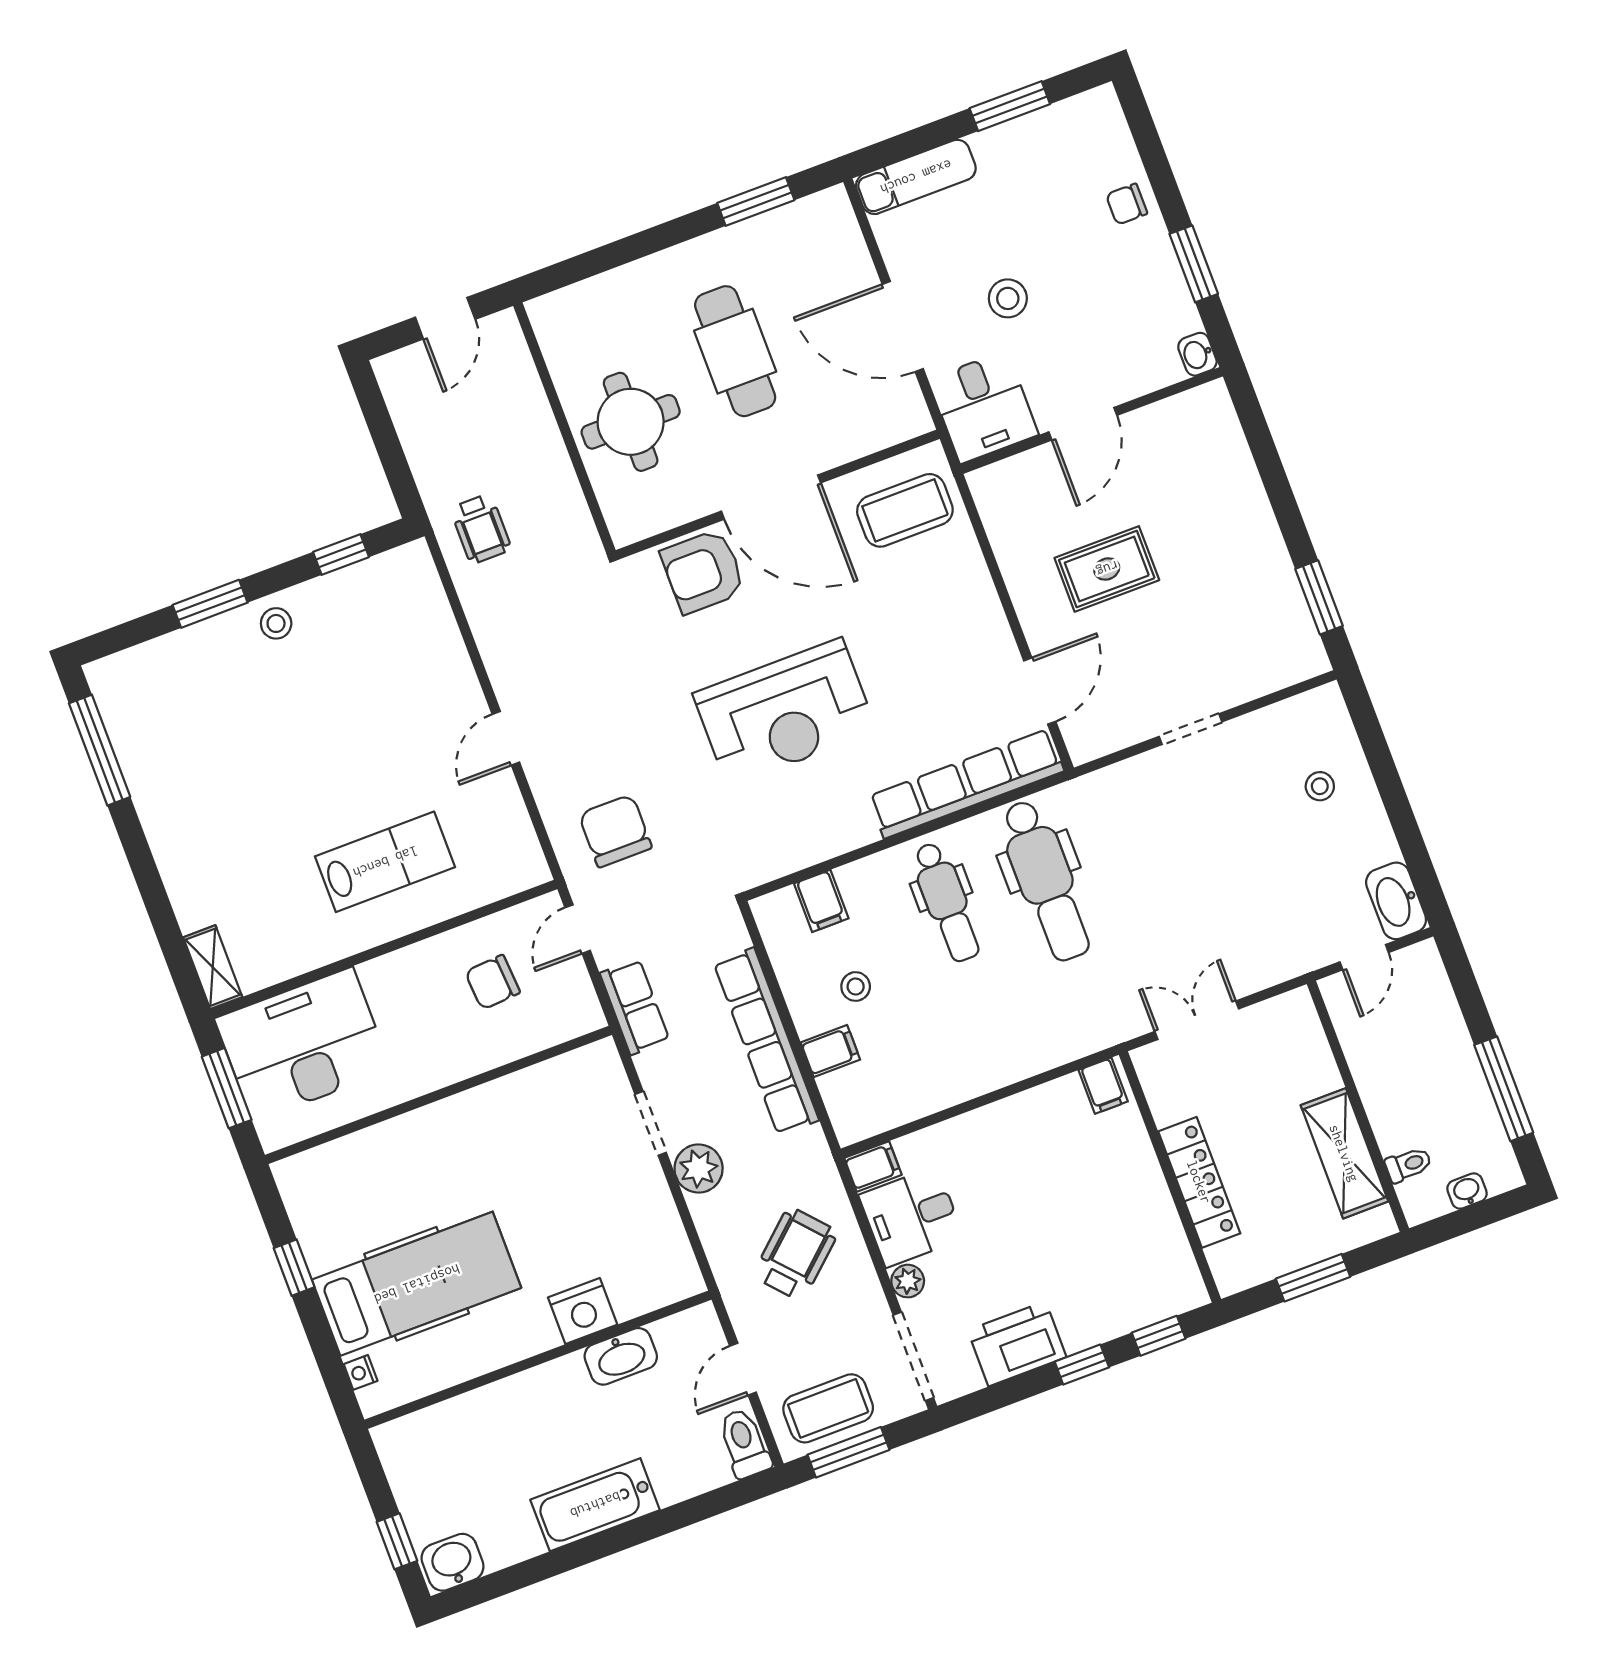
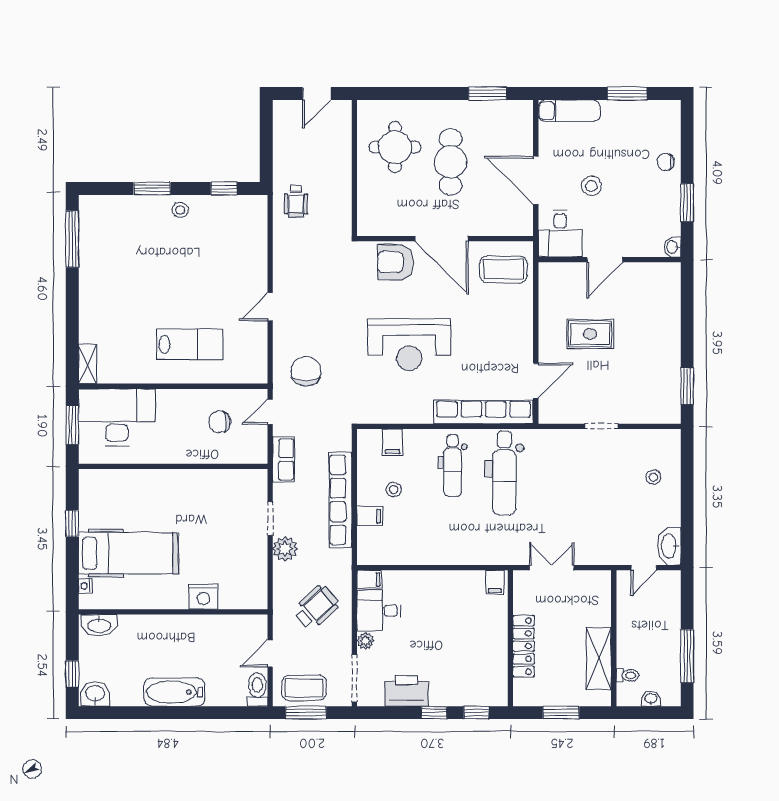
round table: (631, 422) -> (395, 147), moved
washbasin: (621, 1356) -> (99, 625), moved

